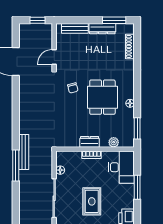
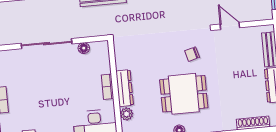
dresser: (90, 142) -> (125, 88), width x1.44
rug: (92, 201) -> (47, 93), removed

